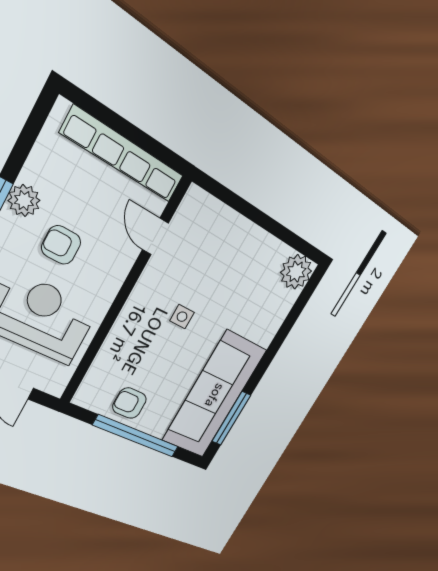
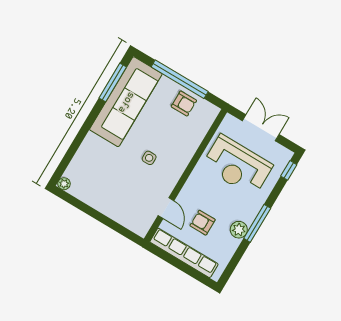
armchair: (61, 245) -> (203, 223), moved, turned 180
plant: (296, 272) -> (64, 184), width x0.53, depth x0.53

